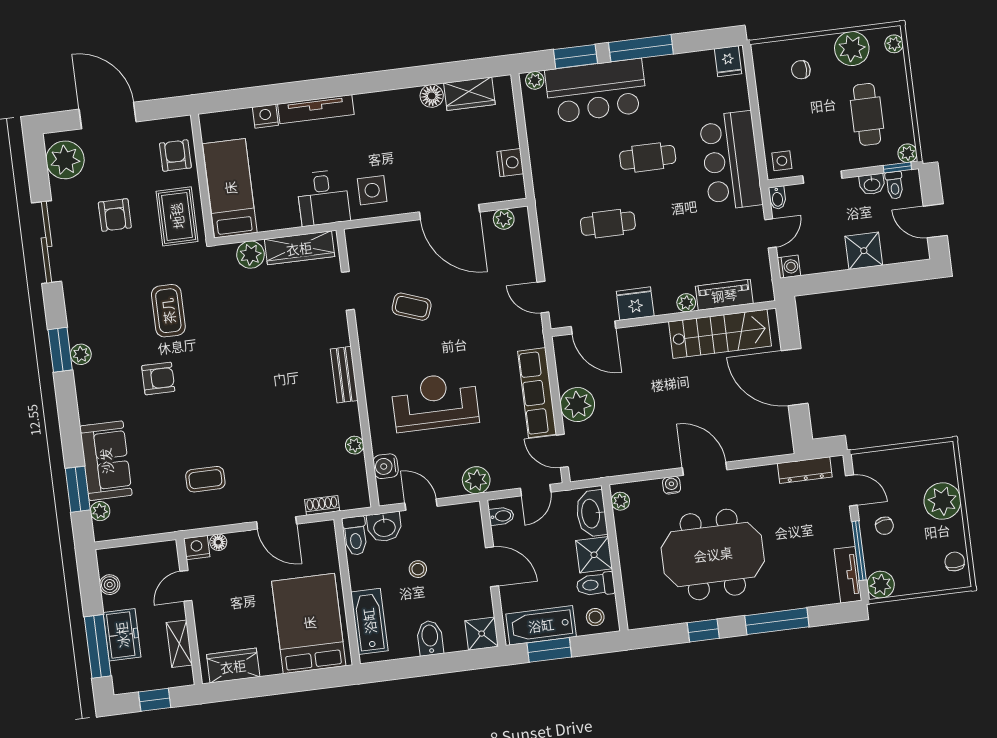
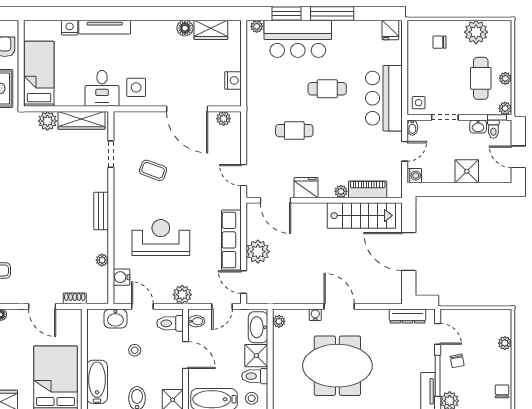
plant: (894, 44) -> (505, 78), moved
plant: (942, 501) -> (505, 343), width x0.53, depth x0.53
toilet: (355, 536) -> (170, 323), moved, turned 90

